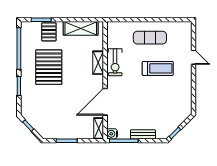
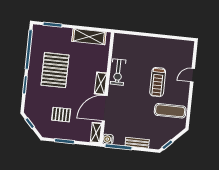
pallet: (49, 32) -> (61, 115), moved, turned 90
exercise mat: (150, 38) -> (170, 111), moved
door: (194, 57) -> (193, 75), swing flipped
shelving: (98, 63) -> (101, 83), moved
treadmill: (158, 68) -> (158, 82), turned 90

